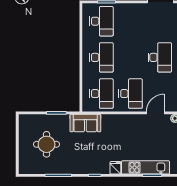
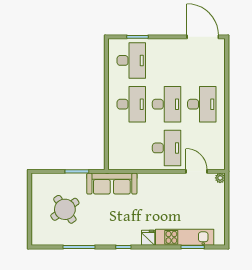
desk: (101, 94) -> (167, 104), moved
door: (155, 113) -> (197, 171), hinge flipped
sofa: (85, 123) -> (112, 184), width x1.36
round table: (47, 144) -> (65, 209), turned -35

